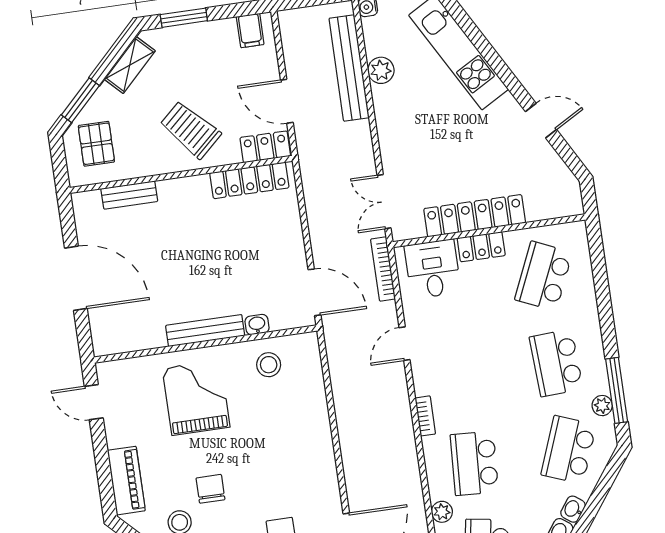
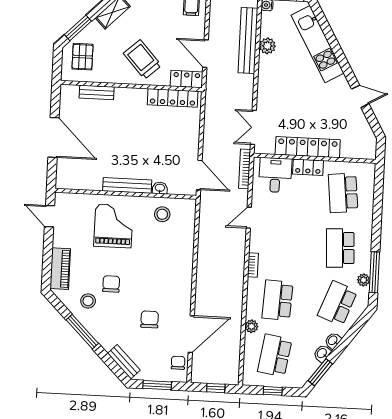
school desk: (544, 276) -> (343, 193), turned -30

